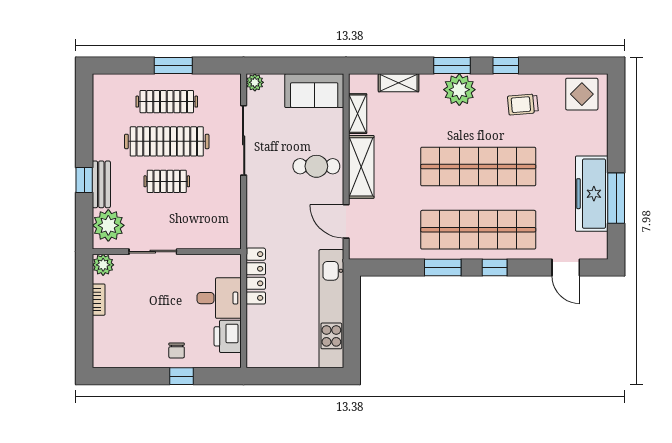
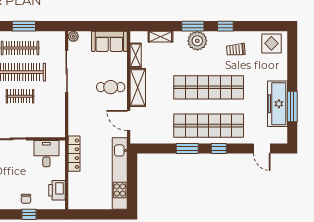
desk: (219, 298) -> (46, 154), moved, turned -90

